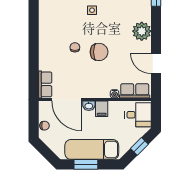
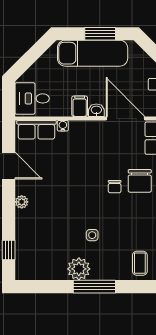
plant: (142, 31) -> (22, 202), width x0.53, depth x0.53
chair: (99, 52) -> (140, 181), moved, turned -90
window: (139, 146) -> (30, 57), removed

